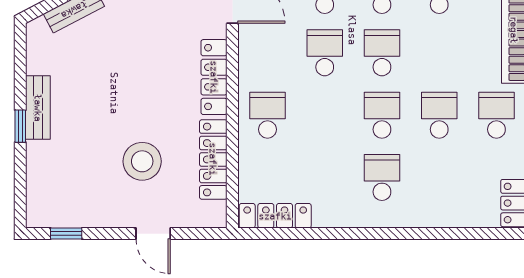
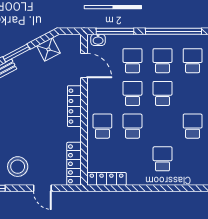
school desk: (382, 115) -> (132, 126), moved
locker: (213, 159) -> (74, 164), moved
stool: (142, 161) -> (18, 167), moved

